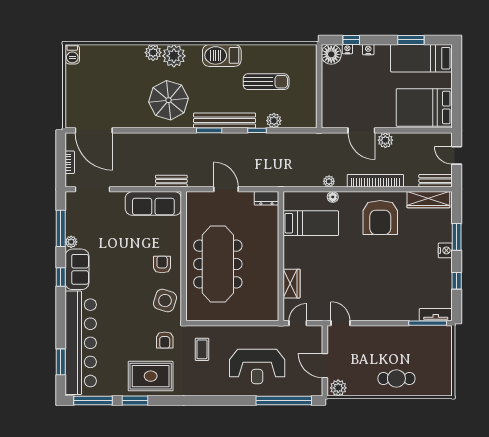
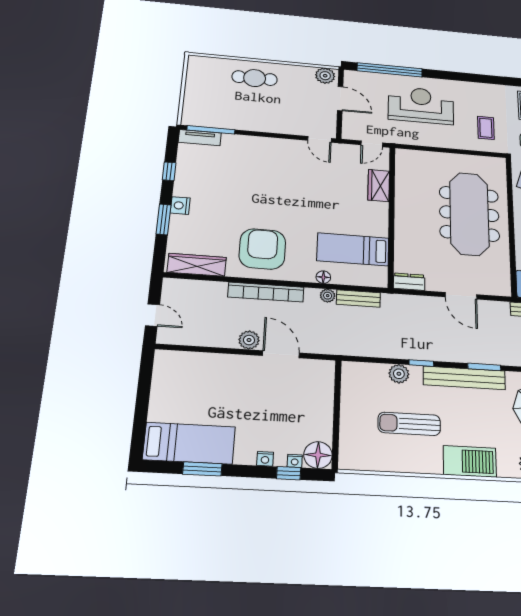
bed: (424, 107) -> (191, 378), removed
bench: (436, 181) -> (358, 299), moved

